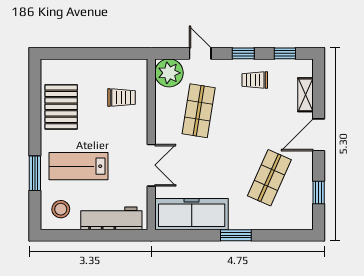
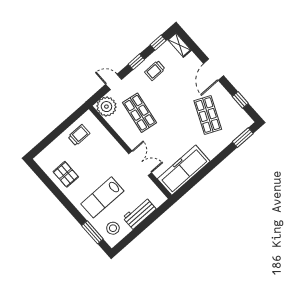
shelving: (305, 95) -> (179, 45), moved
trolley: (122, 98) -> (79, 135), moved
pallet: (61, 107) -> (66, 174), width x0.67, depth x0.71
window: (35, 173) -> (92, 232), moved
workbench: (111, 218) -> (139, 213), width x0.73
window: (236, 235) -> (243, 138), moved

